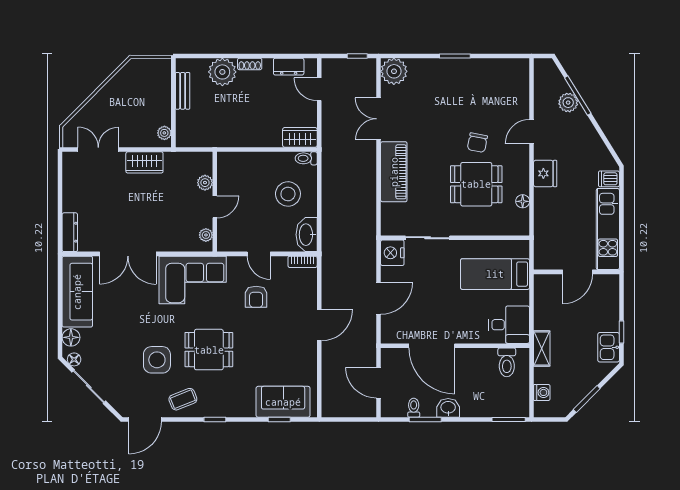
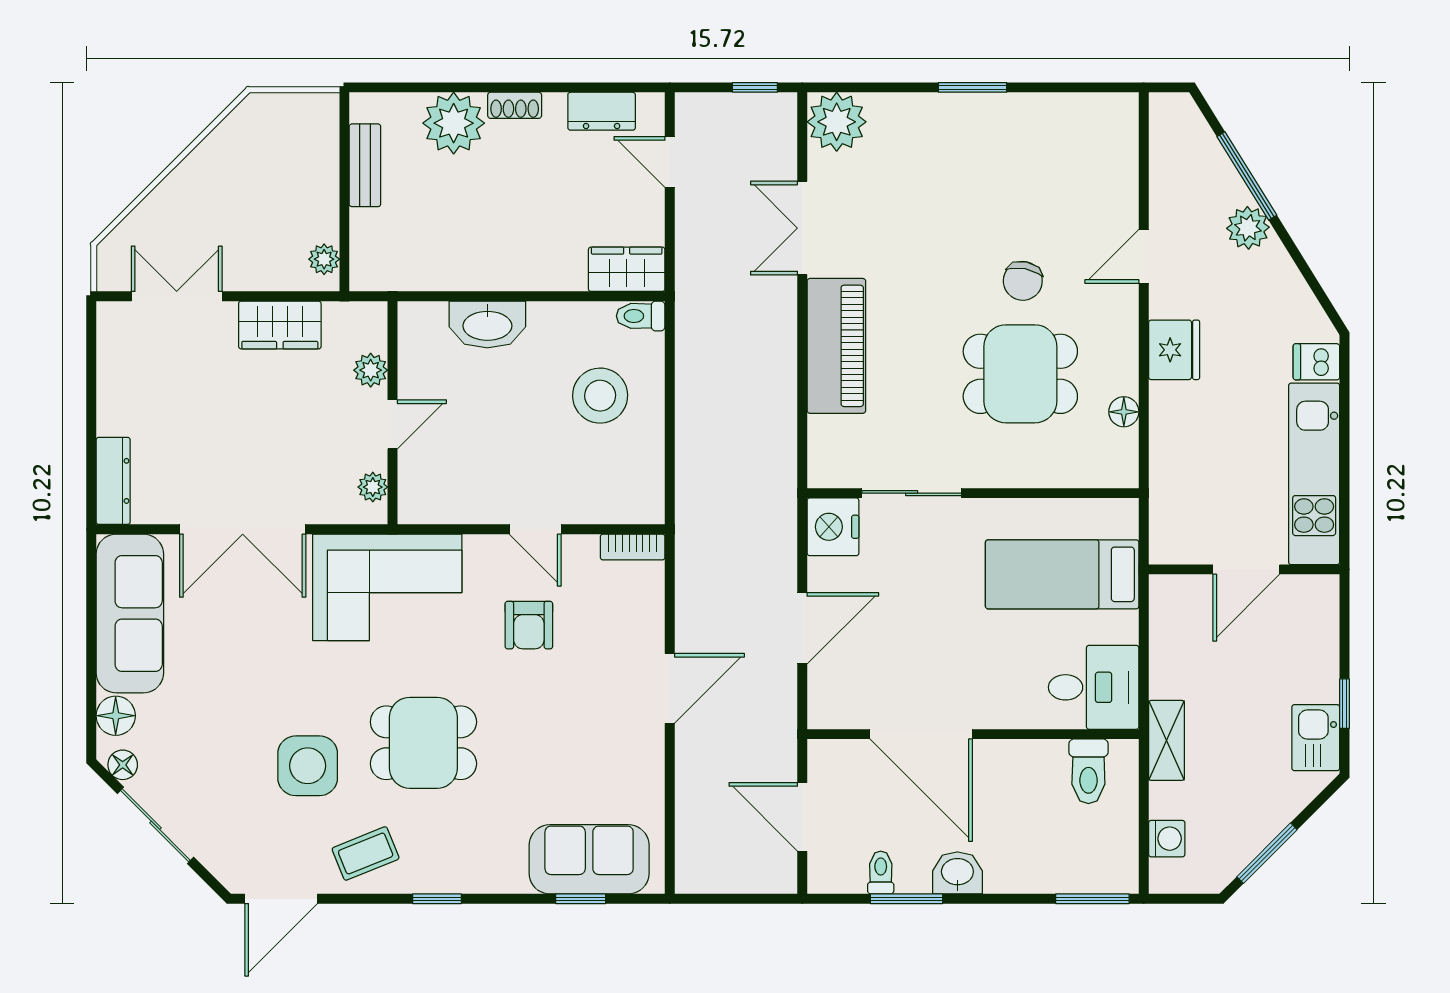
plant: (568, 103) -> (1248, 228), moved
plant: (205, 183) -> (371, 370), moved
wall: (215, 202) -> (393, 413), moved
door: (215, 207) -> (393, 424), moved
plant: (206, 235) -> (373, 487), moved
washbasin: (307, 235) -> (487, 324), moved, turned -90

